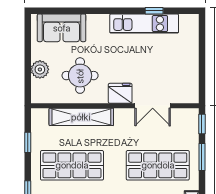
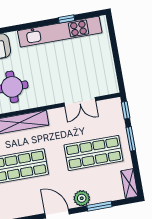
kitchen unit: (144, 24) -> (60, 32), width x1.36
fridge: (120, 93) -> (50, 96), removed

